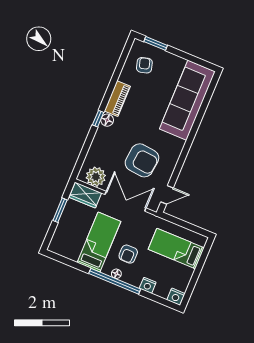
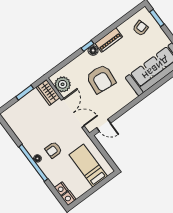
armchair: (142, 160) -> (101, 79), moved
bed: (99, 242) -> (38, 130), removed
nightstand: (148, 285) -> (61, 189), moved

